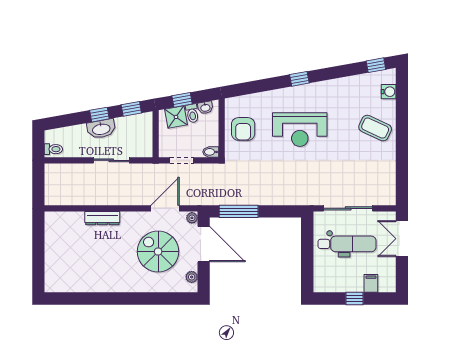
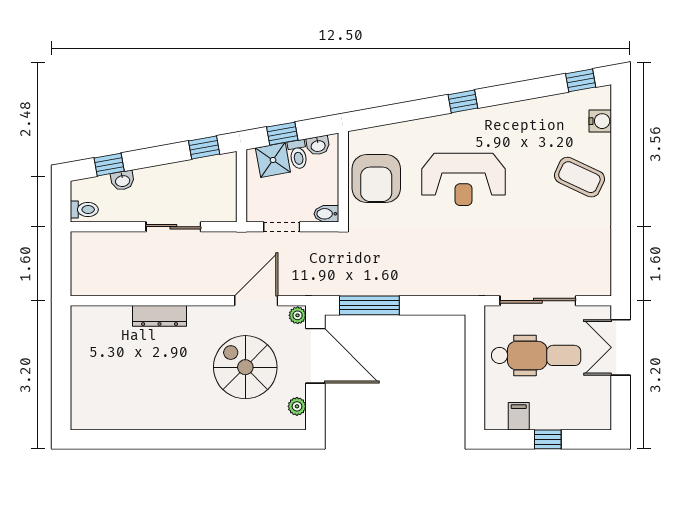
window: (99, 115) -> (109, 165), moved
washbasin: (101, 129) -> (123, 181), moved, width x0.52, depth x0.69
armchair: (243, 129) -> (376, 178), width x1.36, depth x1.36
filing cabinet: (371, 283) -> (519, 416), moved

